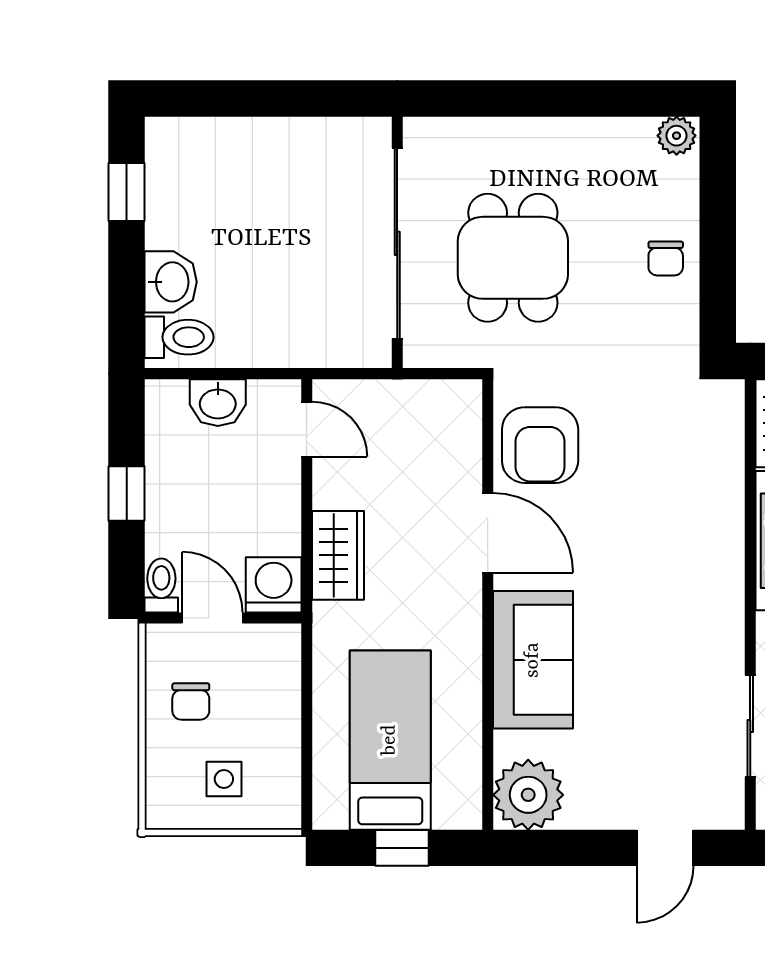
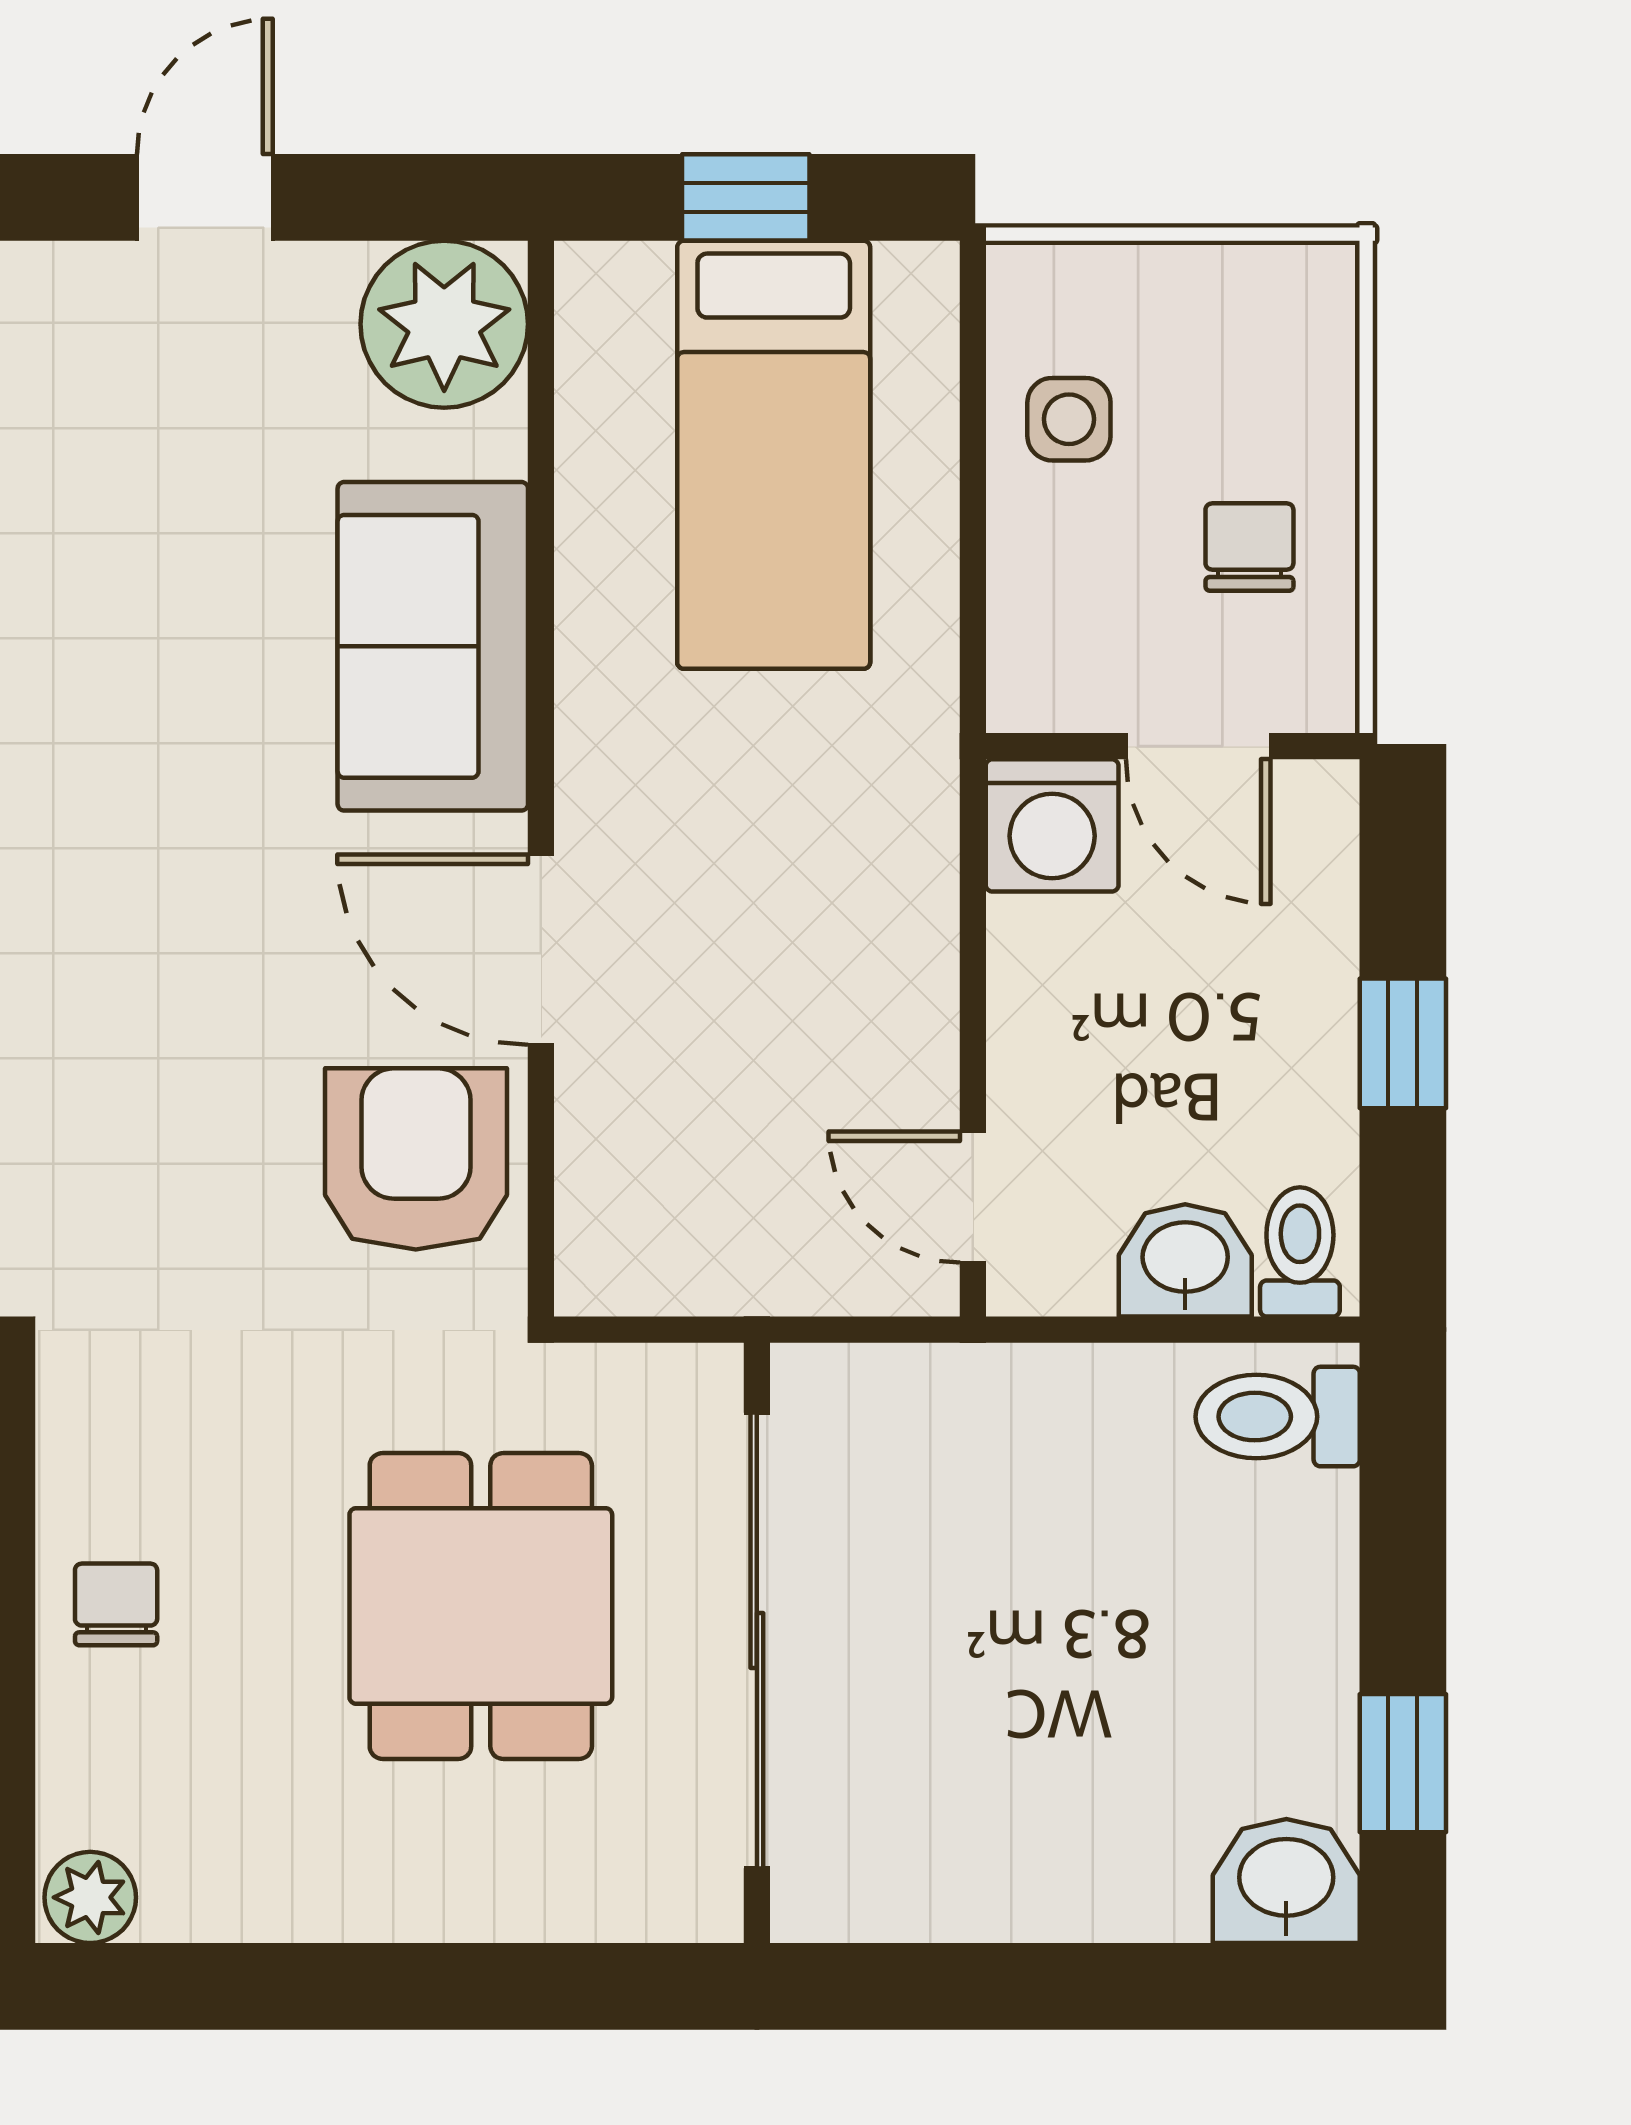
washbasin: (171, 282) -> (1286, 1881), moved, turned 90
wardrobe: (338, 555) -> (898, 896), removed
toilet: (161, 585) -> (1300, 1252), moved, turned 180
side table: (224, 779) -> (1069, 419), moved
door: (665, 848) -> (205, 197), moved

